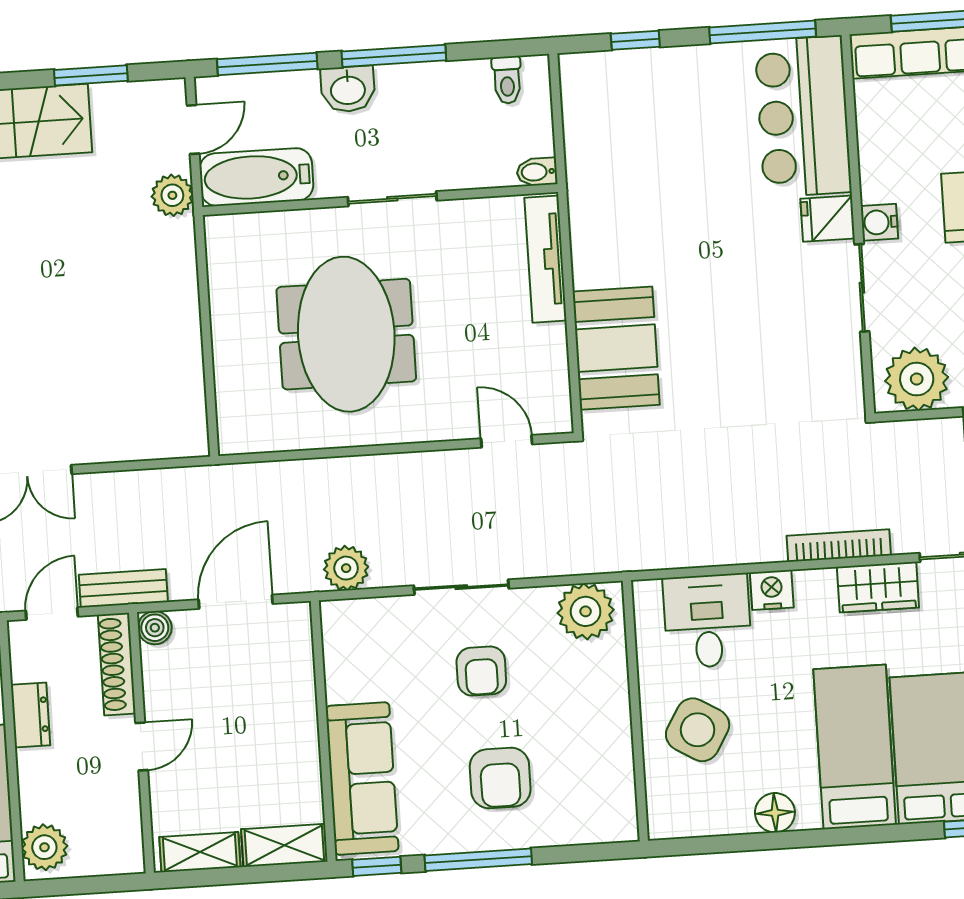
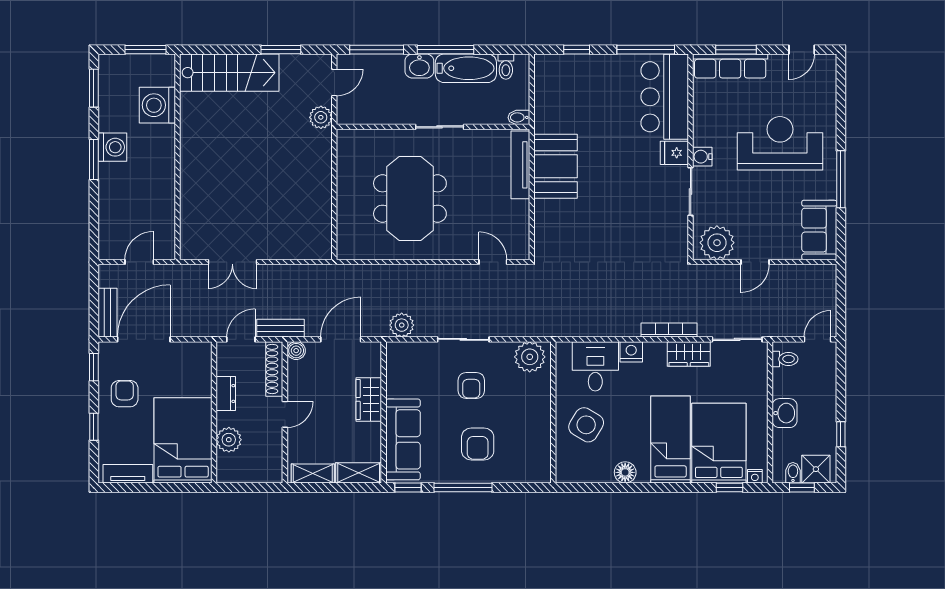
bathtub: (256, 177) -> (466, 68), moved, turned 180
booth: (616, 348) -> (555, 166), moved
wardrobe: (294, 709) -> (369, 399), added
plant: (44, 847) -> (229, 440), moved

